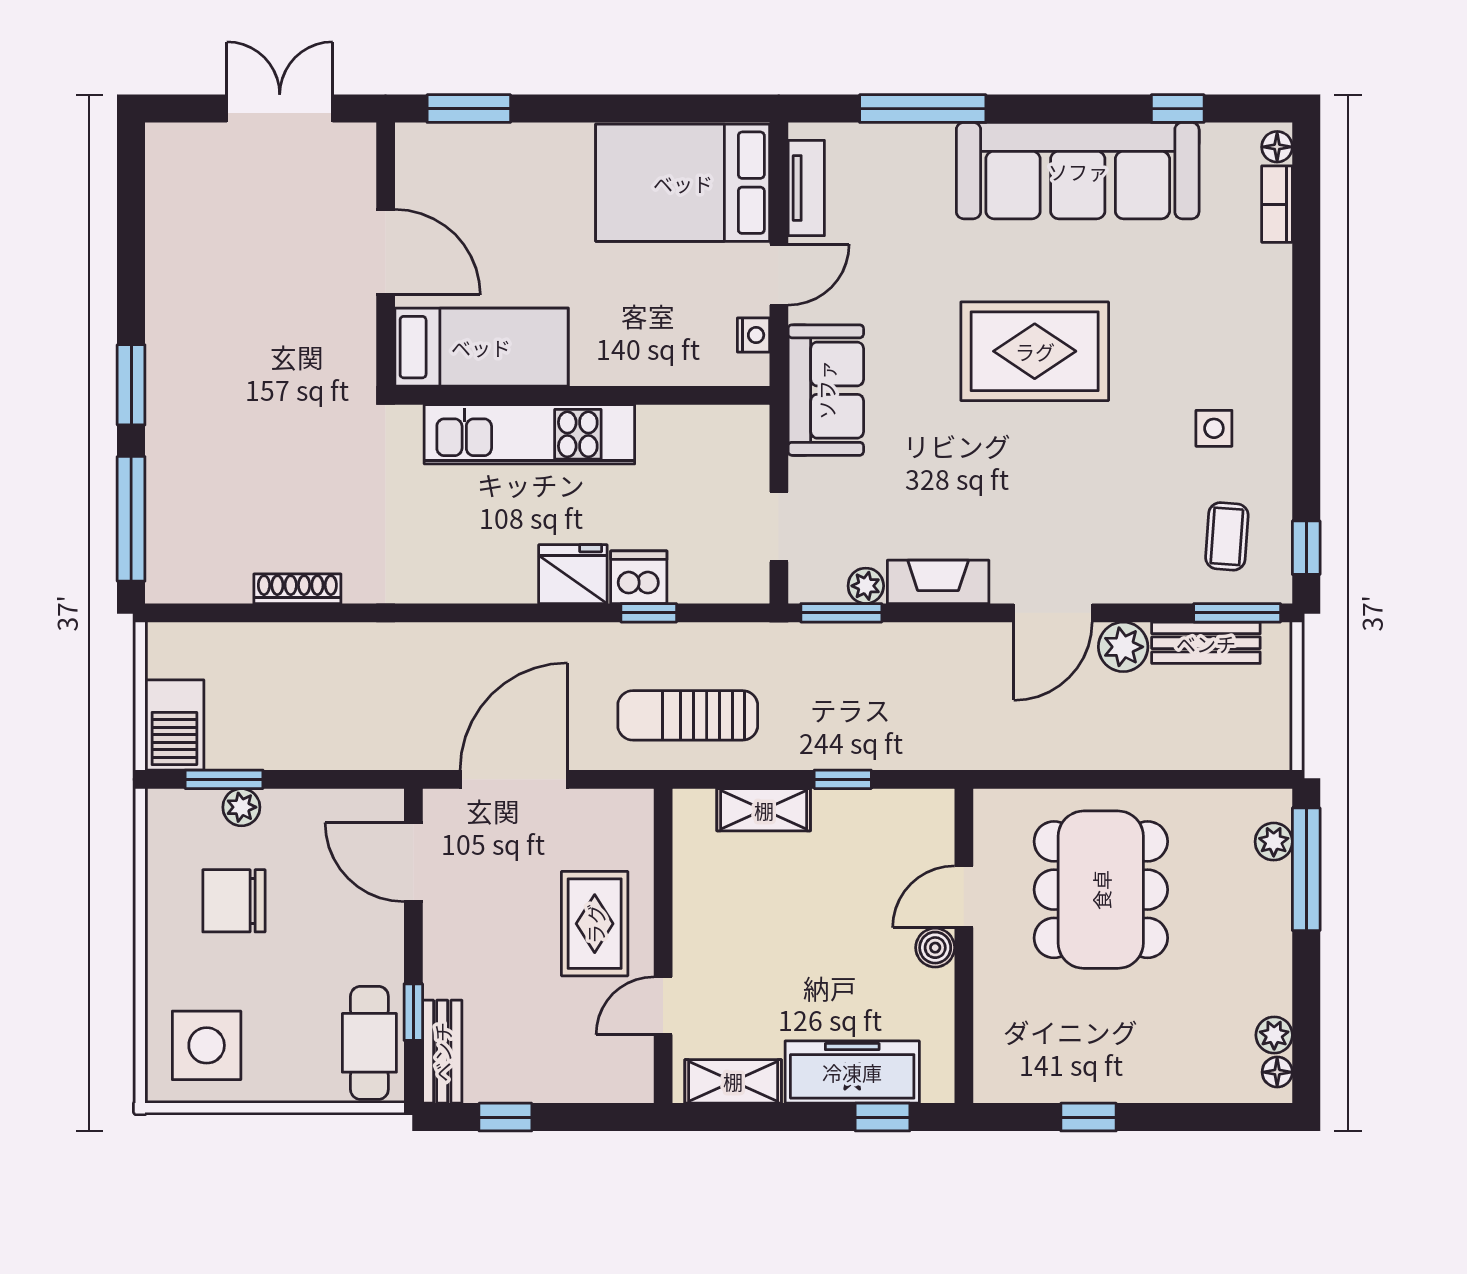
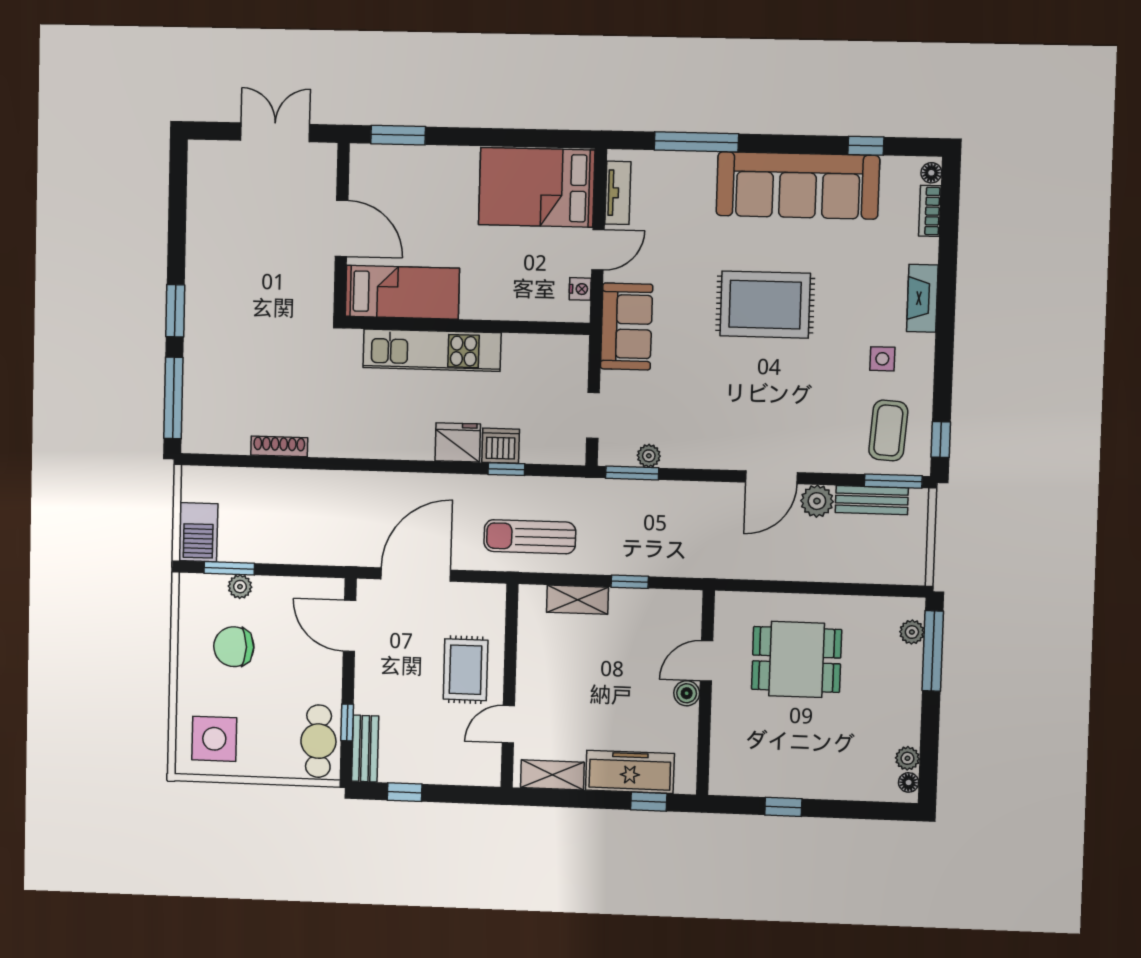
coffee table: (1227, 536) -> (888, 430), width x1.36, depth x1.30
fireplace: (938, 582) -> (922, 298), moved, turned -90
dining table: (1101, 890) -> (797, 659), width x0.73

